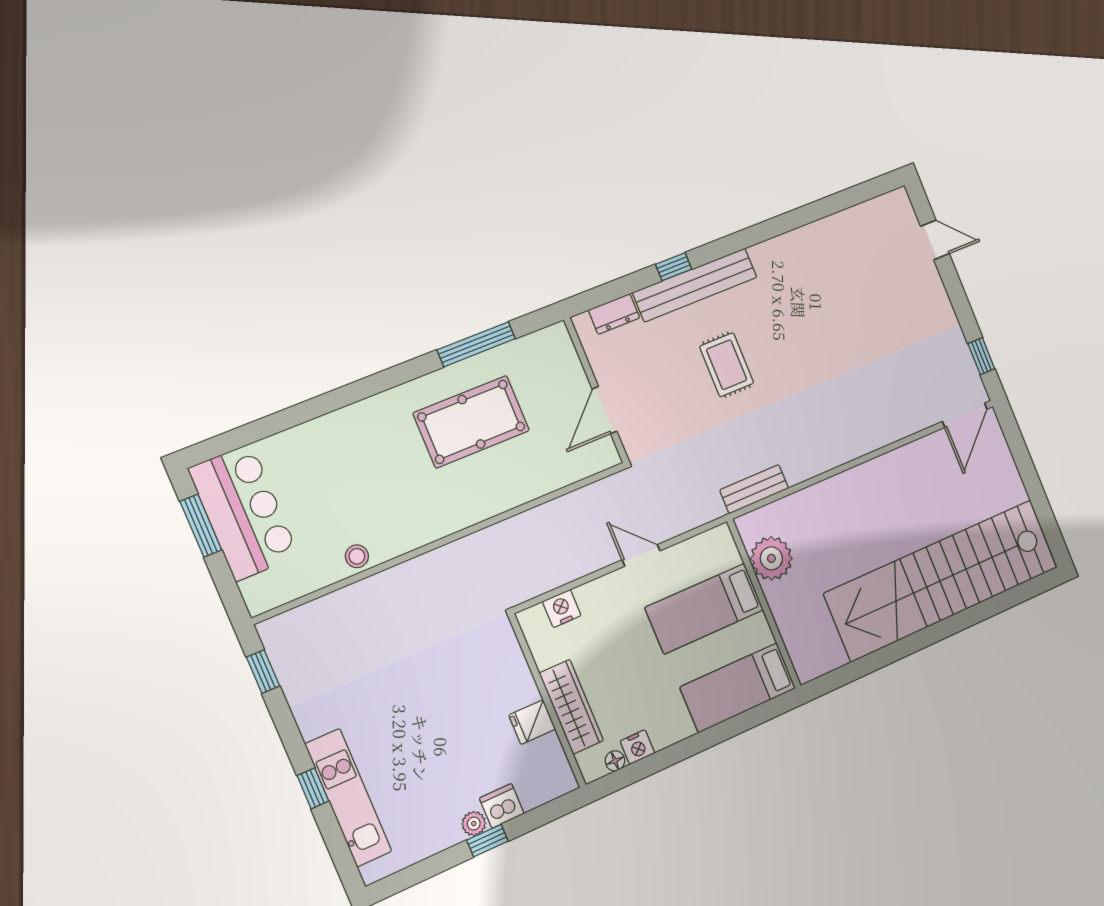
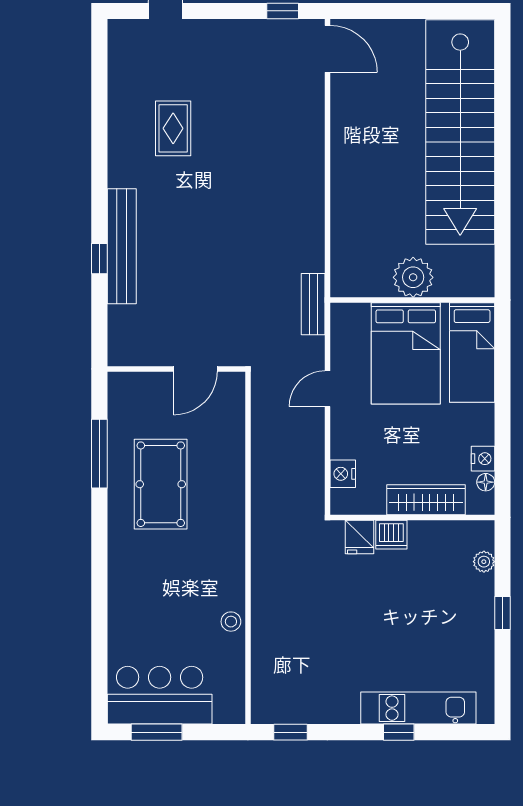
dresser: (614, 314) -> (119, 327), removed
rug: (727, 365) -> (173, 128), moved, turned 90
door: (605, 410) -> (195, 369), hinge flipped
bench: (754, 489) -> (313, 304), moved
plant: (771, 558) -> (413, 277), moved
bed: (704, 609) -> (406, 353), width x1.50
fridge: (532, 722) -> (360, 537), moved
dishwasher: (502, 806) -> (391, 535), moved, turned -90
plant: (474, 824) -> (484, 562), moved

